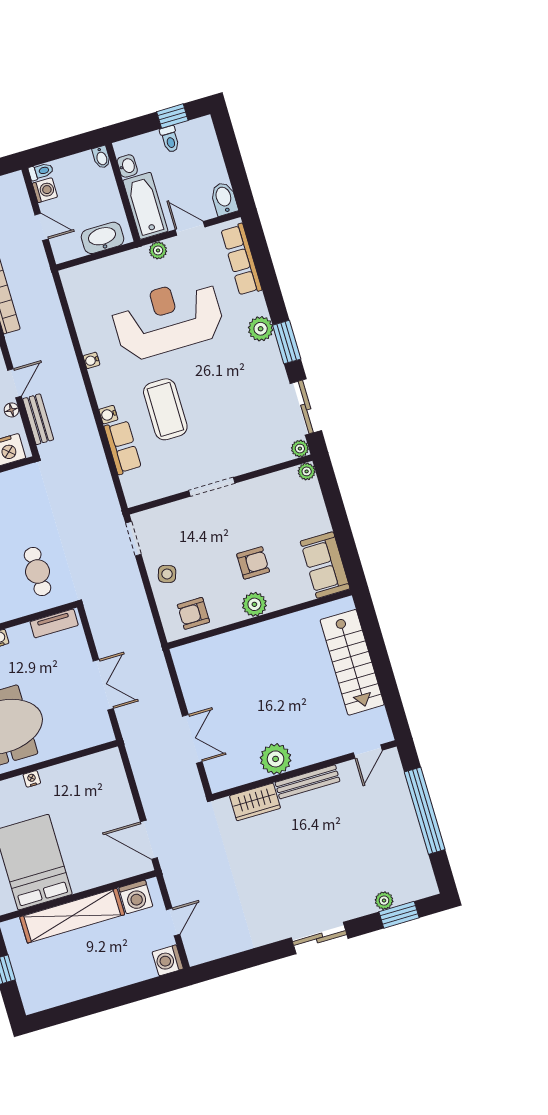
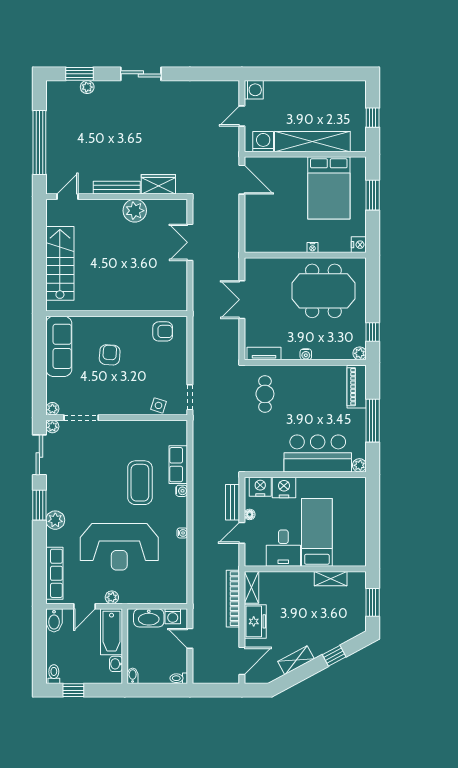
toilet: (170, 139) -> (54, 674), moved
washing machine: (45, 190) -> (173, 616), moved, turned -90
door: (190, 228) -> (84, 606), hinge flipped
doorway: (212, 487) -> (81, 418), moved
armchair: (253, 563) -> (110, 355), turned 94
sofa: (325, 565) -> (59, 346), width x1.36
side table: (167, 574) -> (158, 405), moved
plant: (254, 604) -> (117, 325), removed

